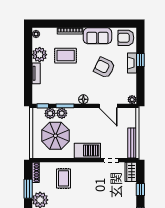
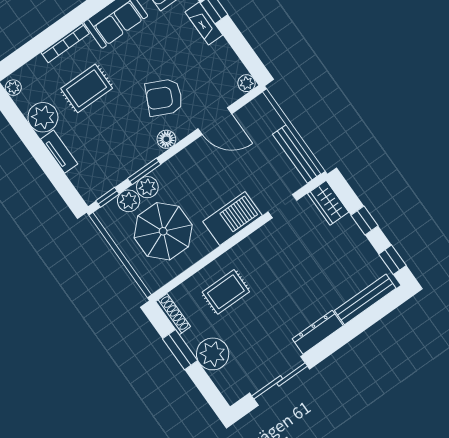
armchair: (104, 68) -> (164, 97), moved
rug: (63, 178) -> (226, 292), turned 90

